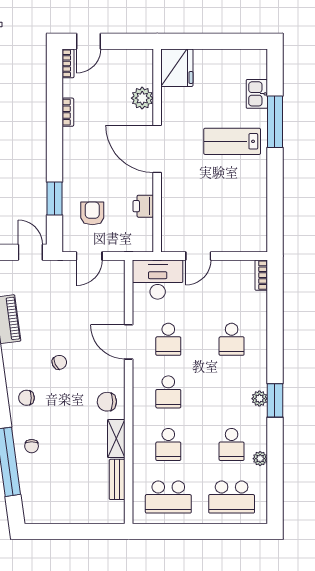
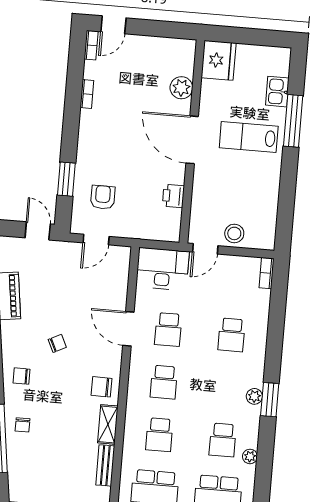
fridge: (177, 68) -> (219, 60), moved
plant: (142, 98) -> (181, 88), moved
door: (157, 149) -> (192, 140), moved
wall: (157, 151) -> (192, 141), moved
printer: (143, 206) -> (173, 196), moved
stool: (226, 238) -> (234, 233), added

